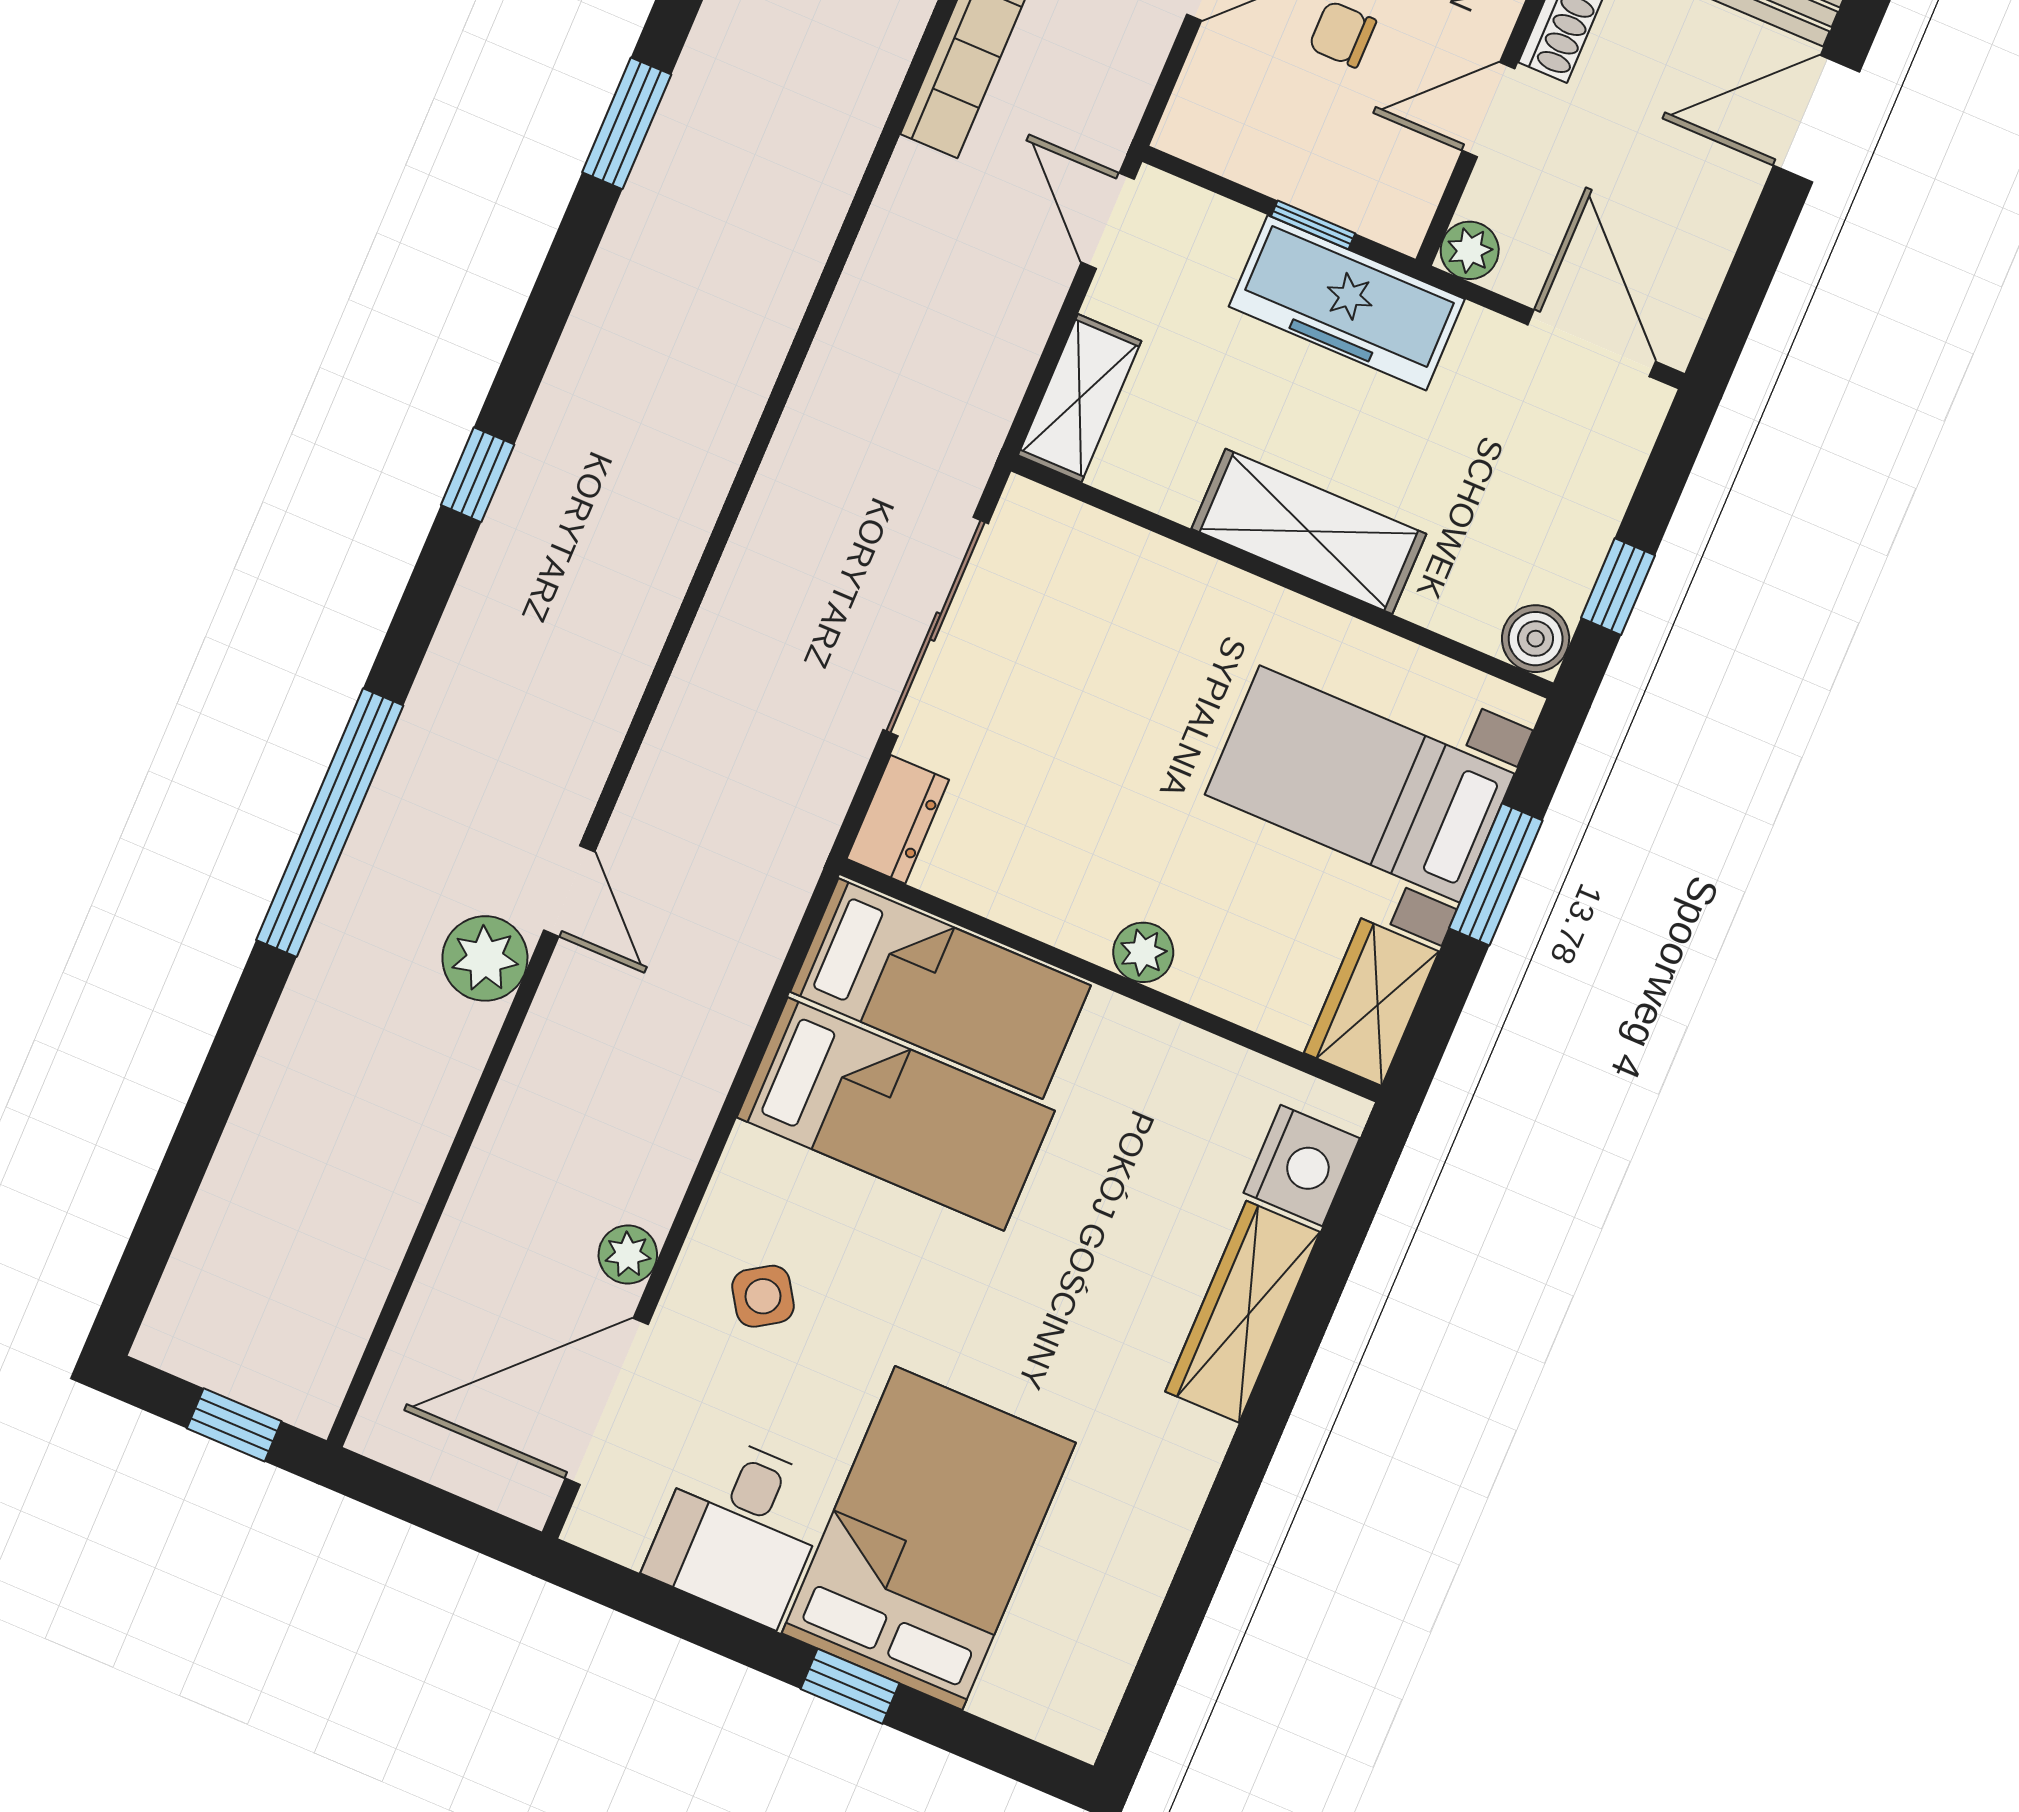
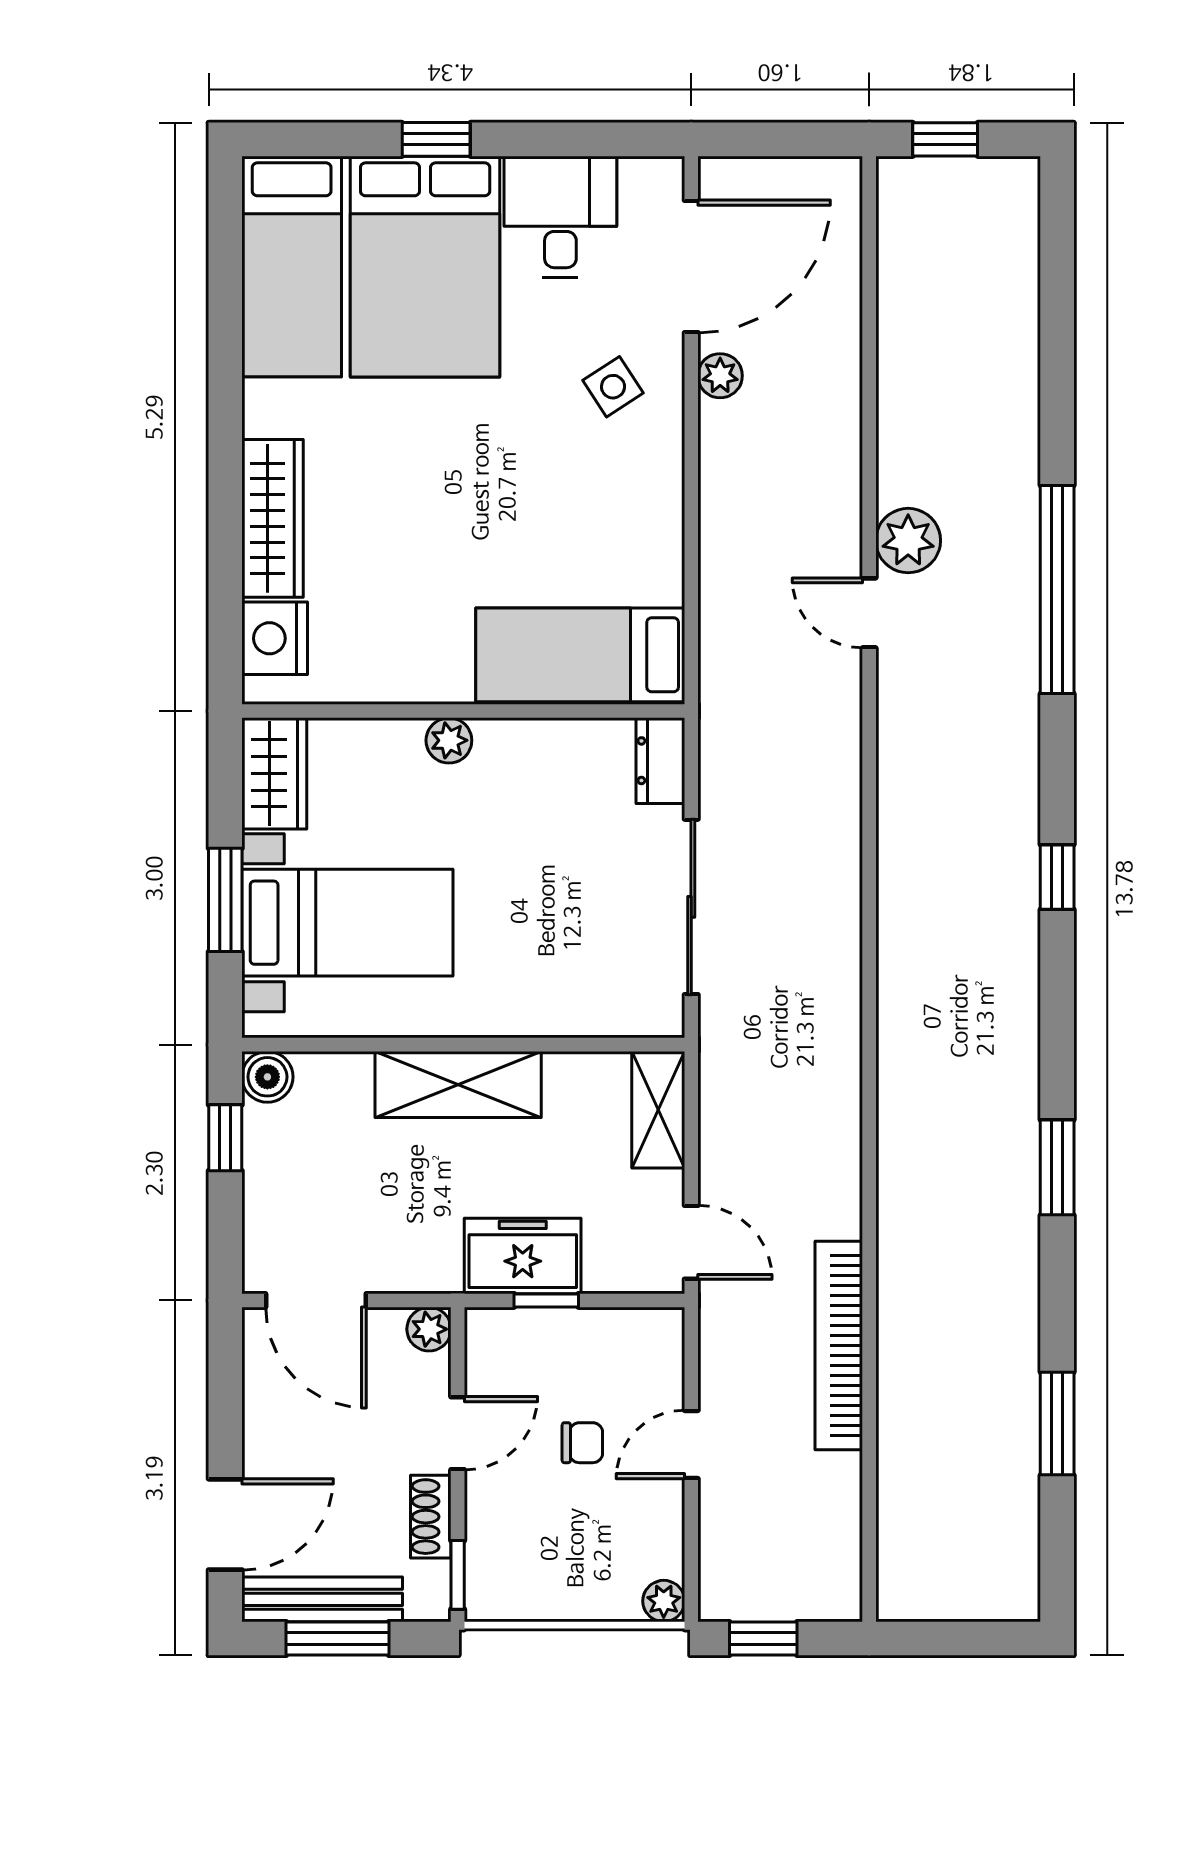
freezer: (1347, 303) -> (523, 1256), width x0.71
bed: (896, 1114) -> (292, 267), moved, turned -90

